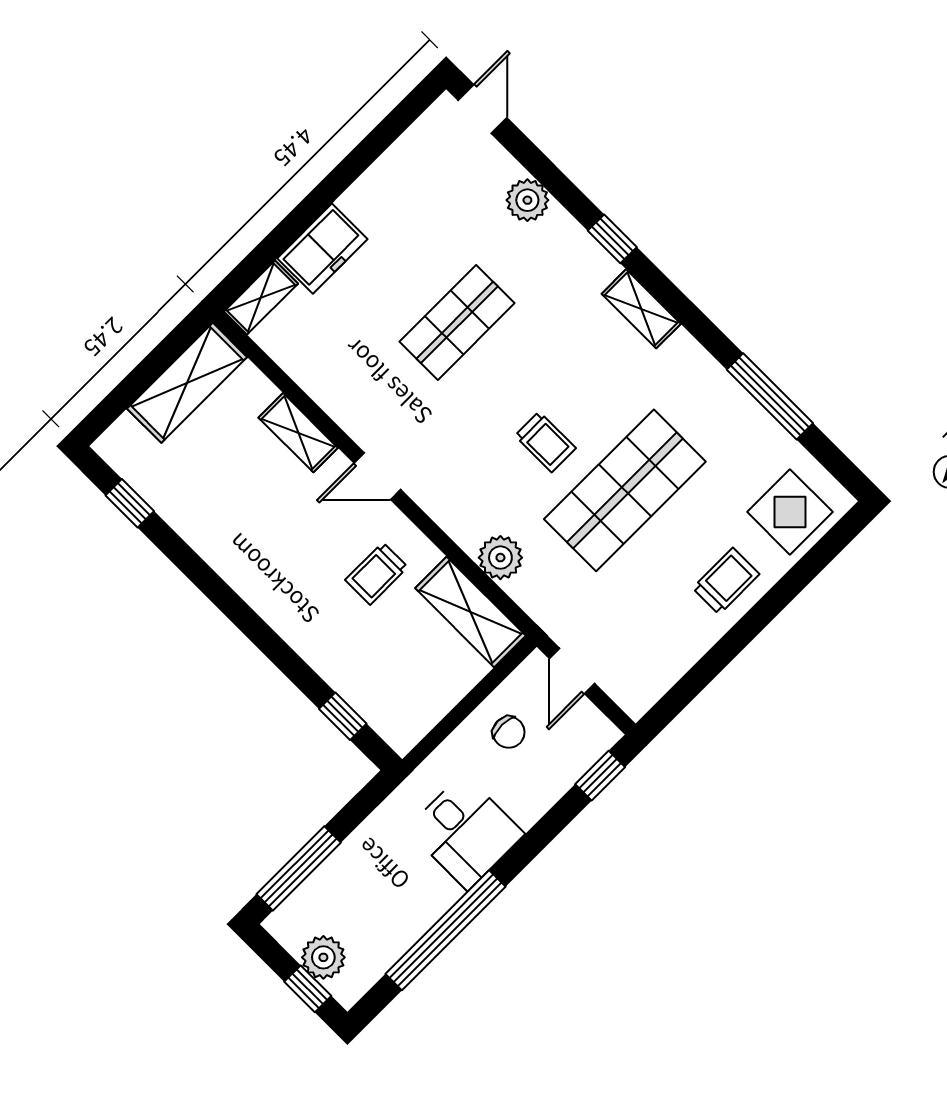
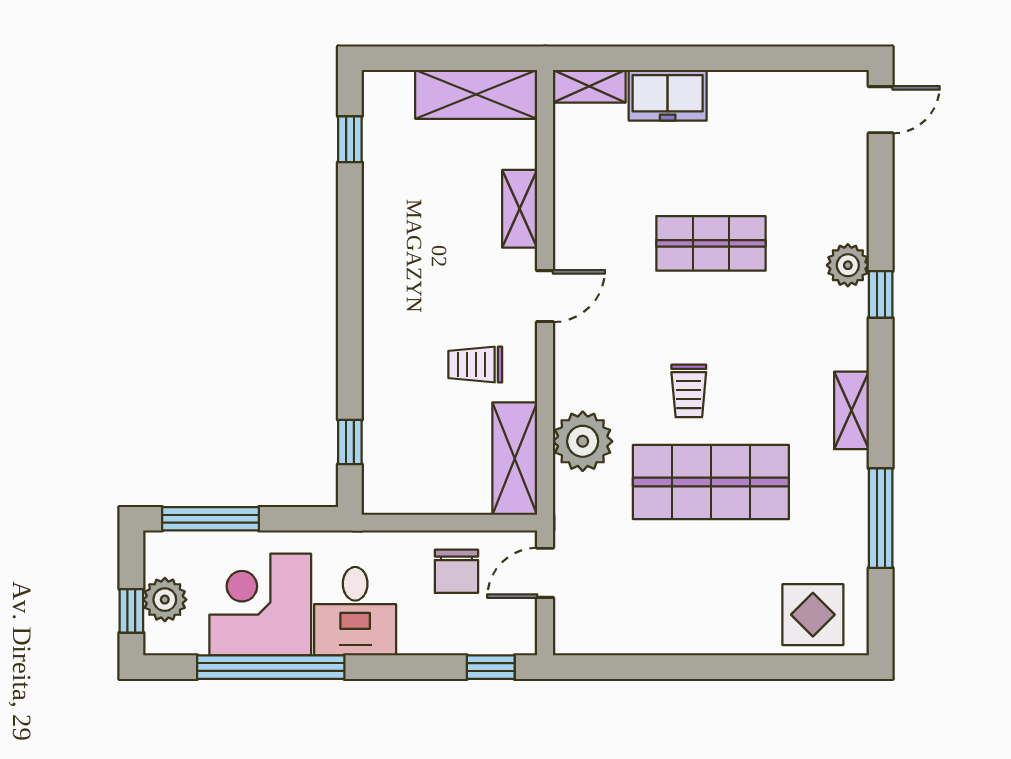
plant: (527, 200) -> (848, 265), moved
shelving: (641, 309) -> (852, 410), moved
door: (377, 476) -> (545, 296), swing flipped
plant: (500, 558) -> (583, 441), width x1.36, depth x1.36
trolley: (726, 581) -> (718, 618), removed
chair: (509, 732) -> (456, 571), width x1.37, depth x1.37
corner desk: (394, 894) -> (260, 605), added

